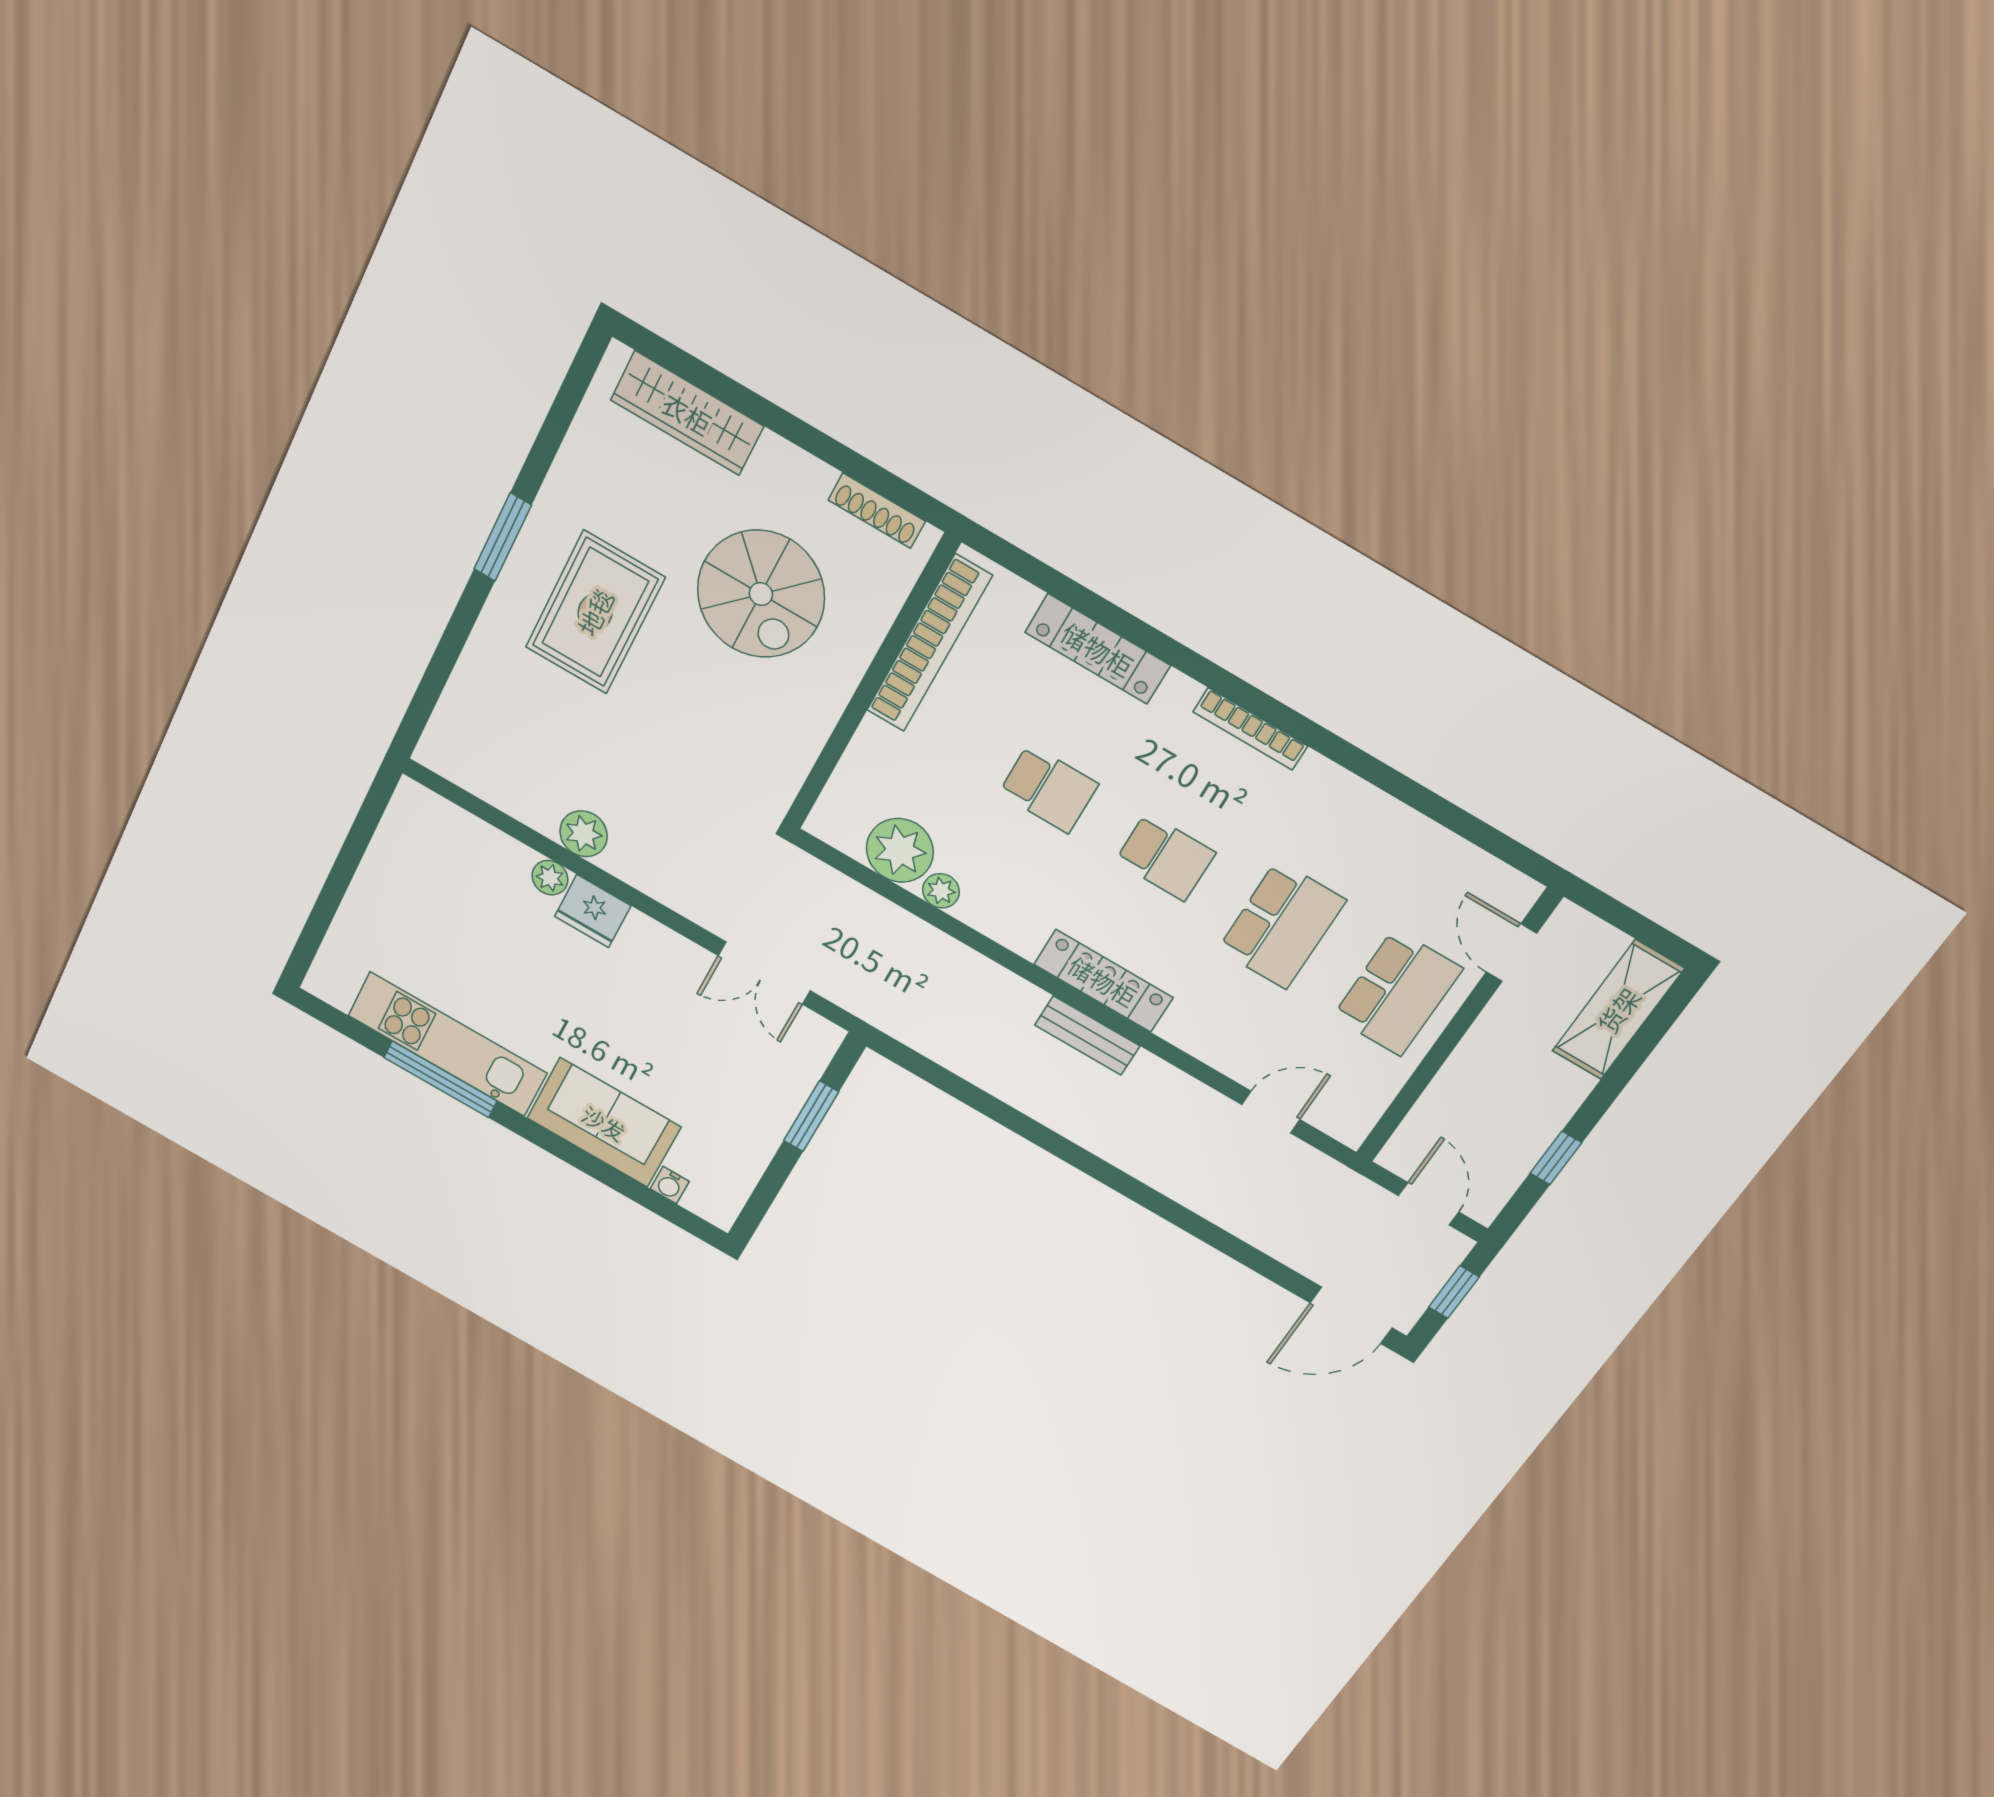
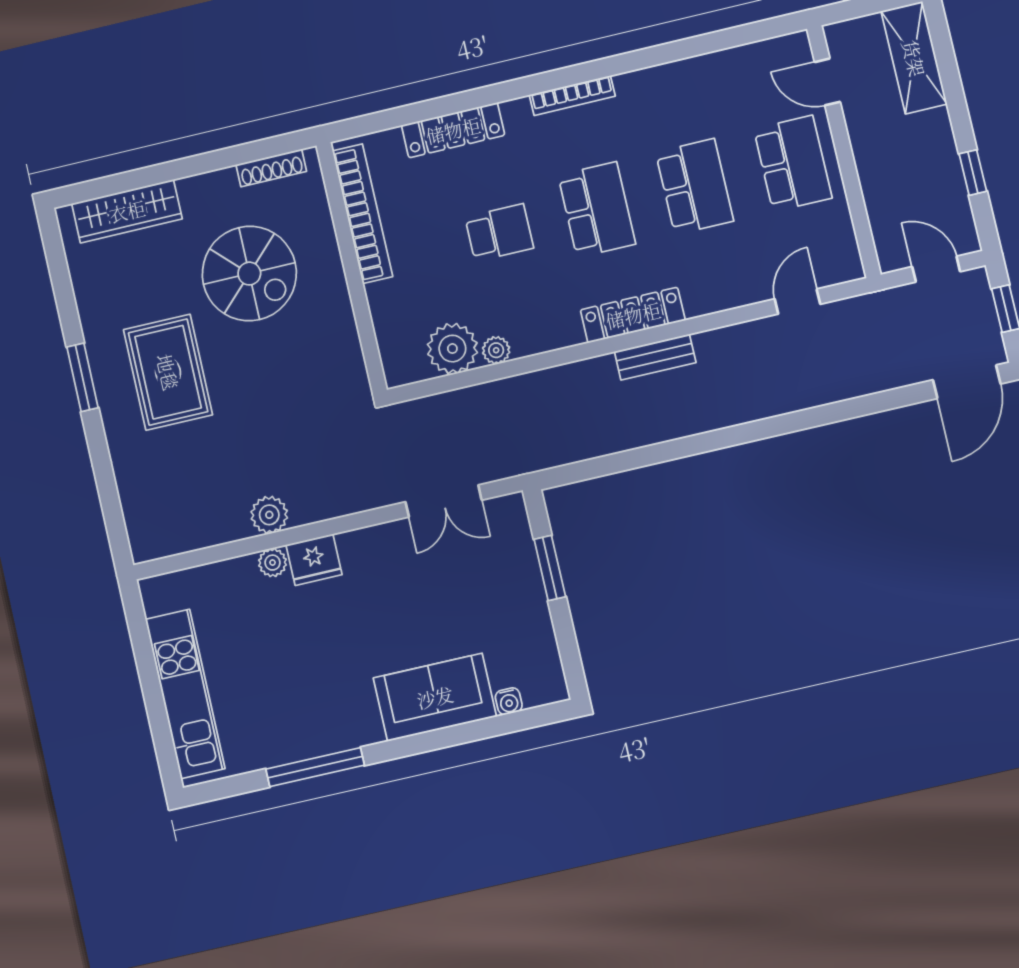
school desk: (1165, 857) -> (597, 210), width x1.85
kitchen unit: (448, 1044) -> (185, 694), moved, turned 90

